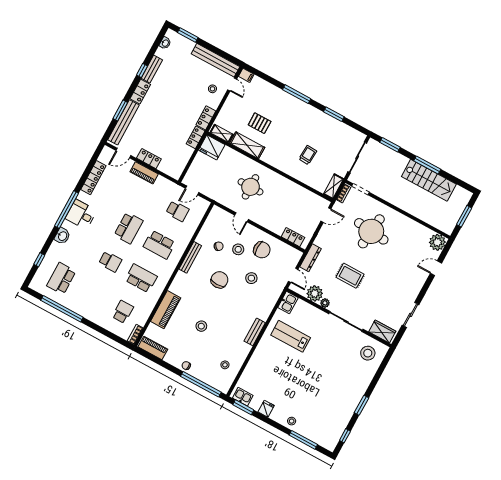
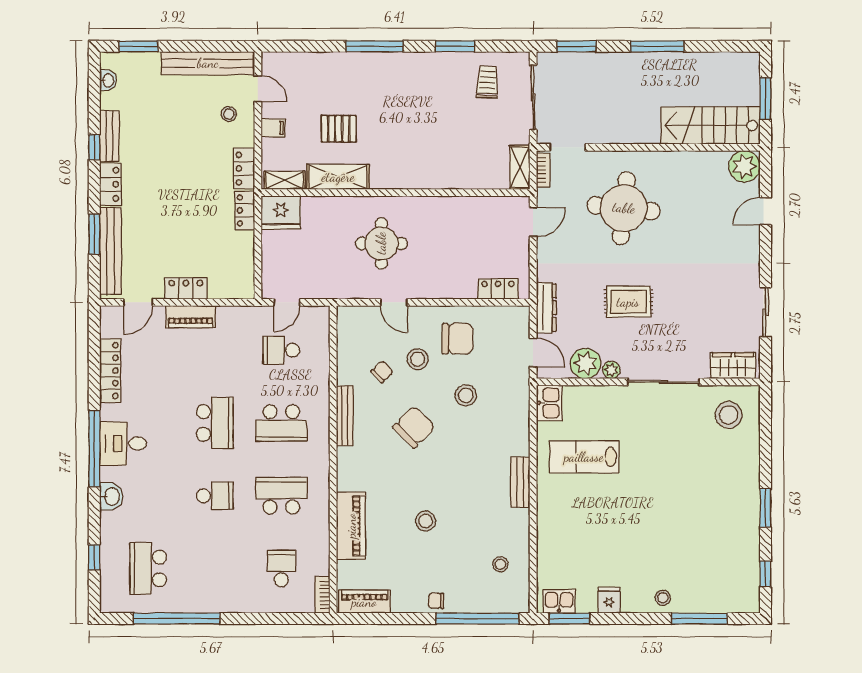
filing cabinet: (246, 75) -> (273, 128), moved
trolley: (308, 155) -> (488, 82), moved
stairs: (429, 180) -> (710, 126), moved, turned 180
school desk: (177, 211) -> (281, 350), turned 180
chair: (219, 280) -> (414, 427), turned 45

